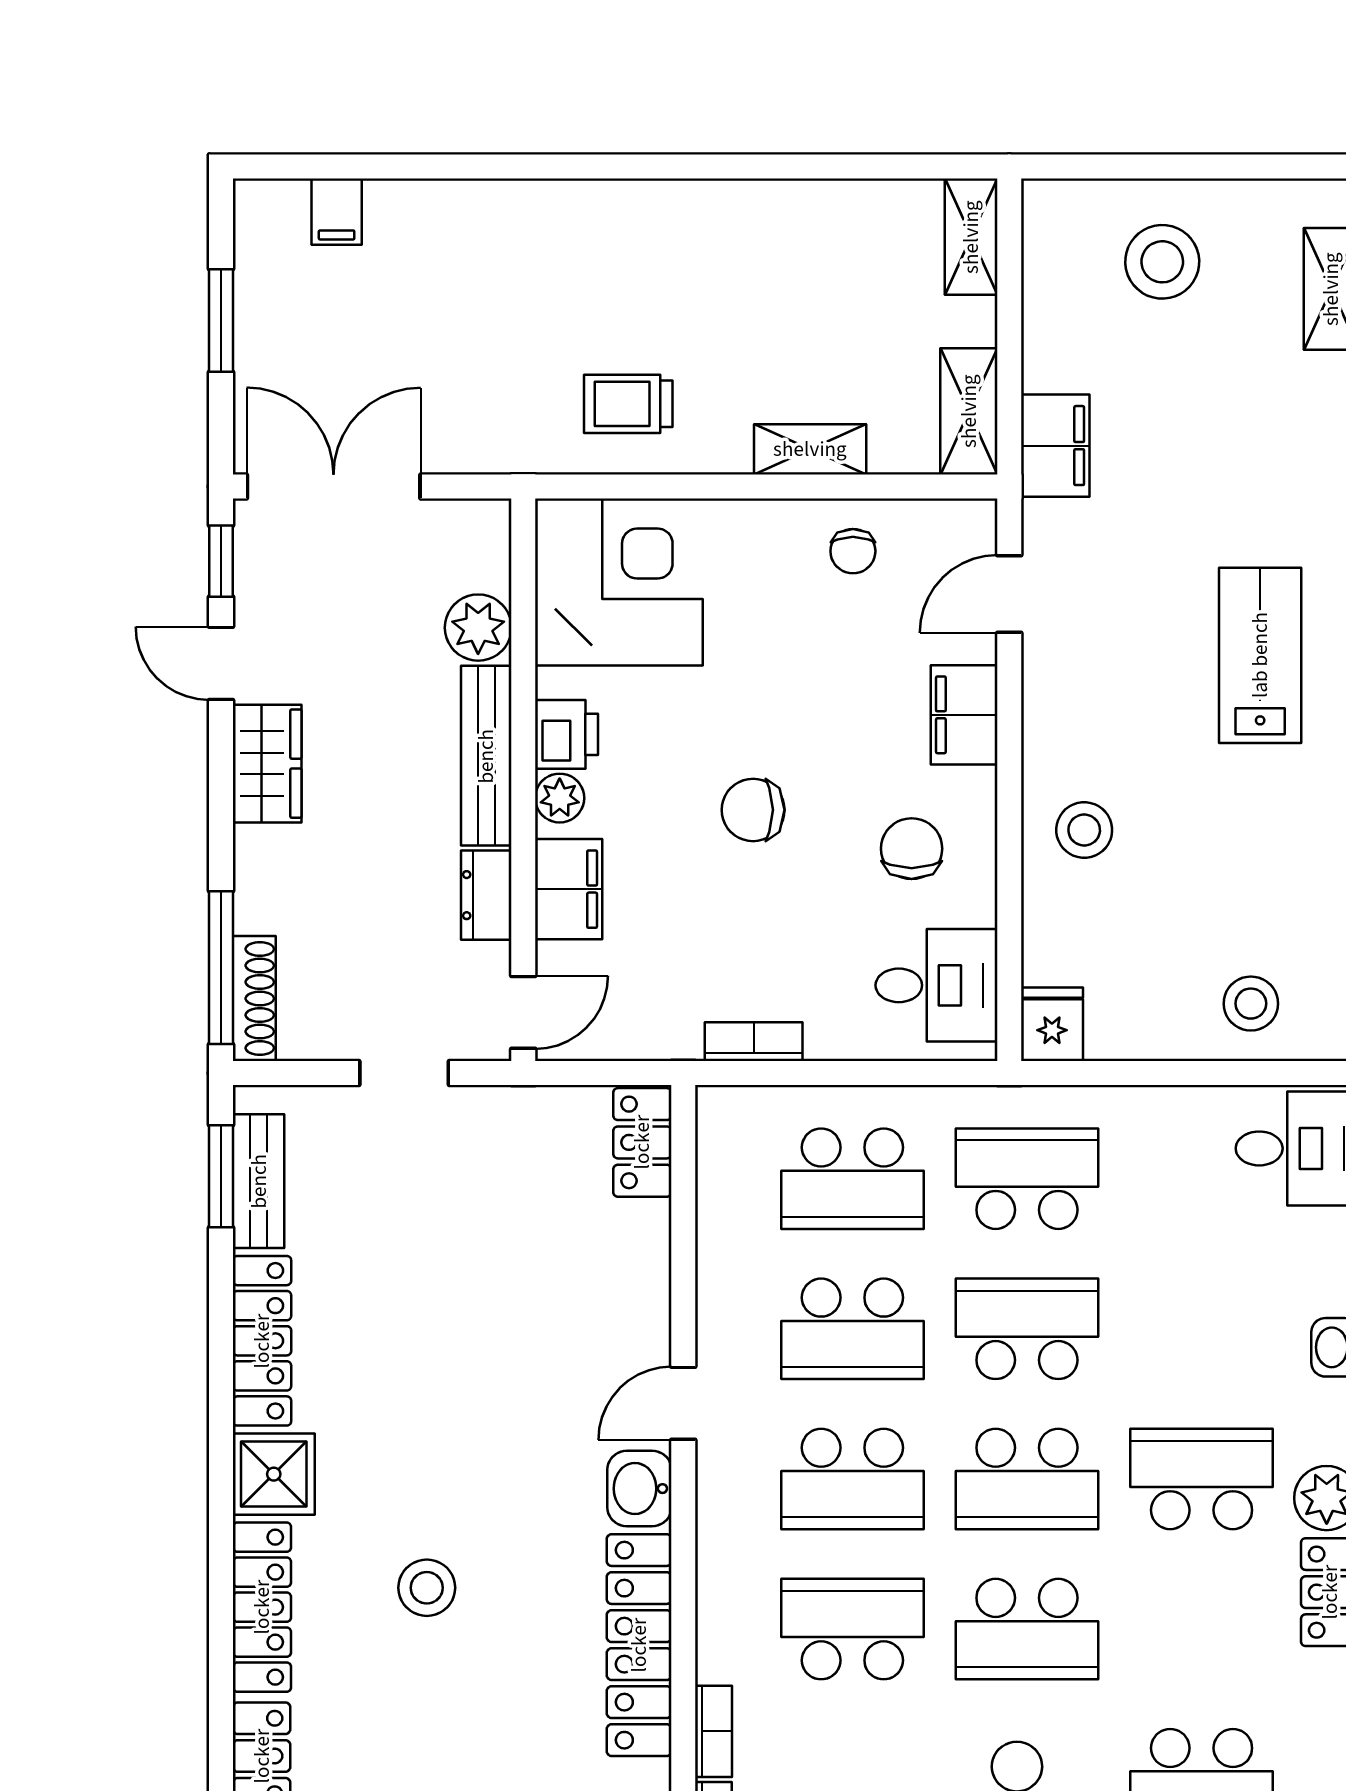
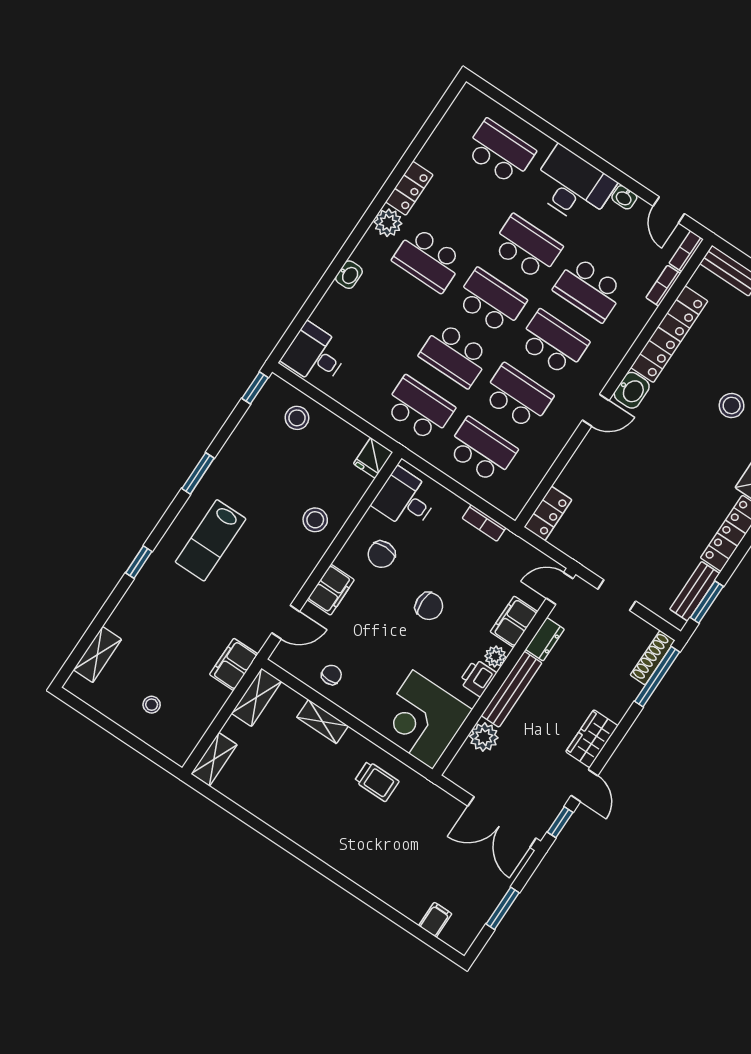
stool: (1162, 262) -> (152, 705), width x0.53, depth x0.53
school desk: (1027, 1179) -> (419, 409), turned 180

